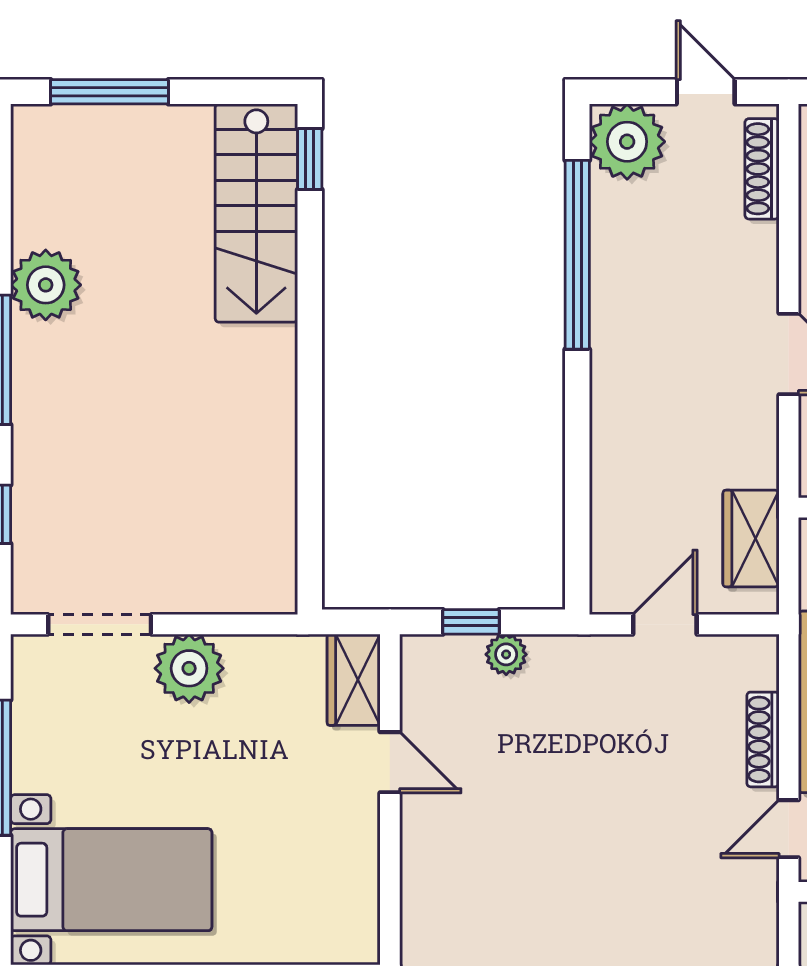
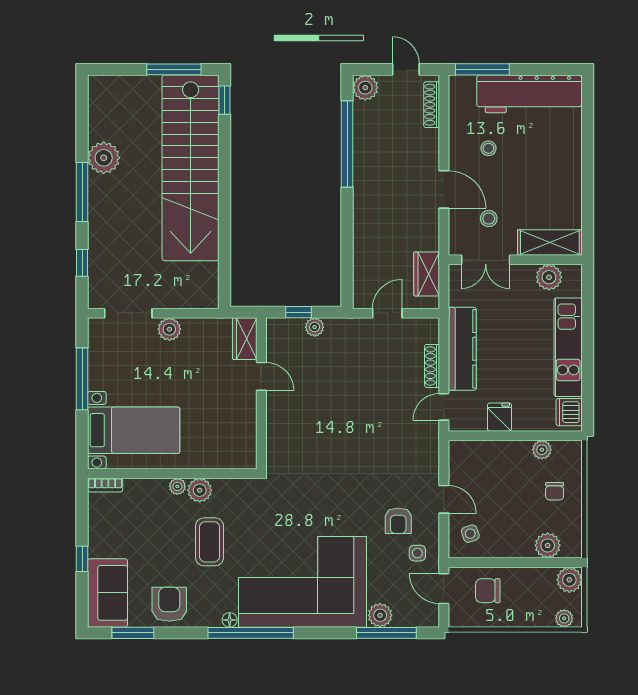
window: (109, 92) -> (174, 69), moved
plant: (627, 142) -> (365, 88), width x0.73, depth x0.73
stairs: (256, 213) -> (191, 168), width x1.86, depth x1.51
plant: (189, 668) -> (169, 329), width x0.73, depth x0.73

